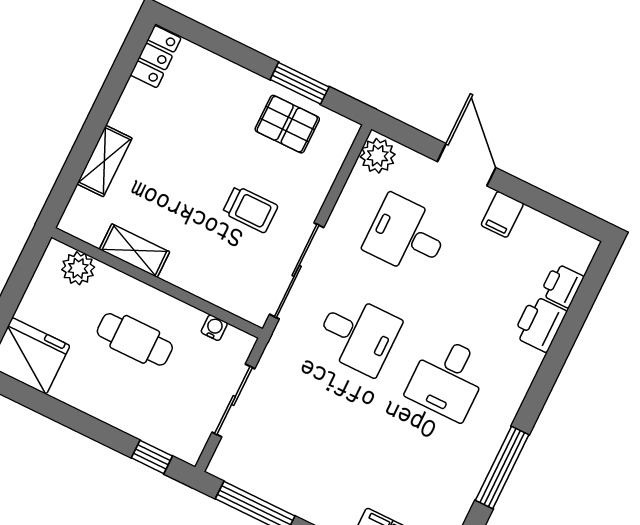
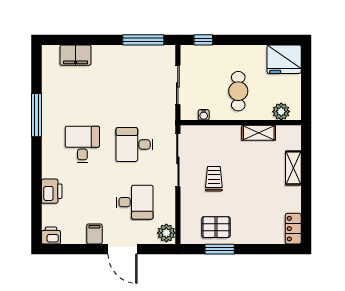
trolley: (250, 209) -> (214, 179), turned 90
printer: (562, 285) -> (51, 236), moved, turned -90
cafe table: (135, 339) -> (238, 91), turned 90

